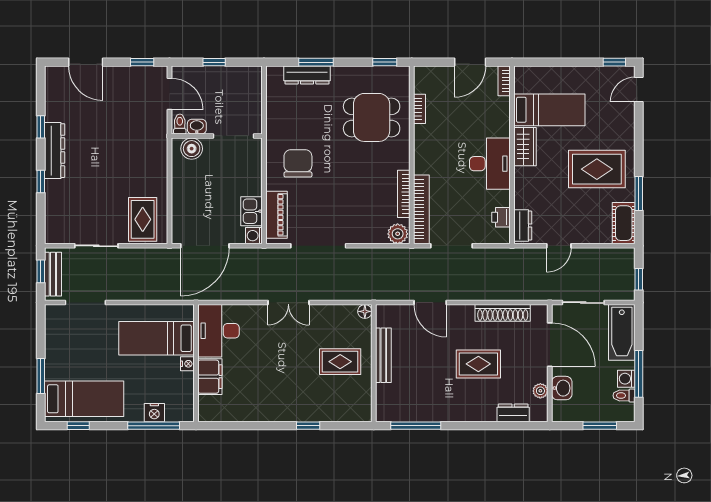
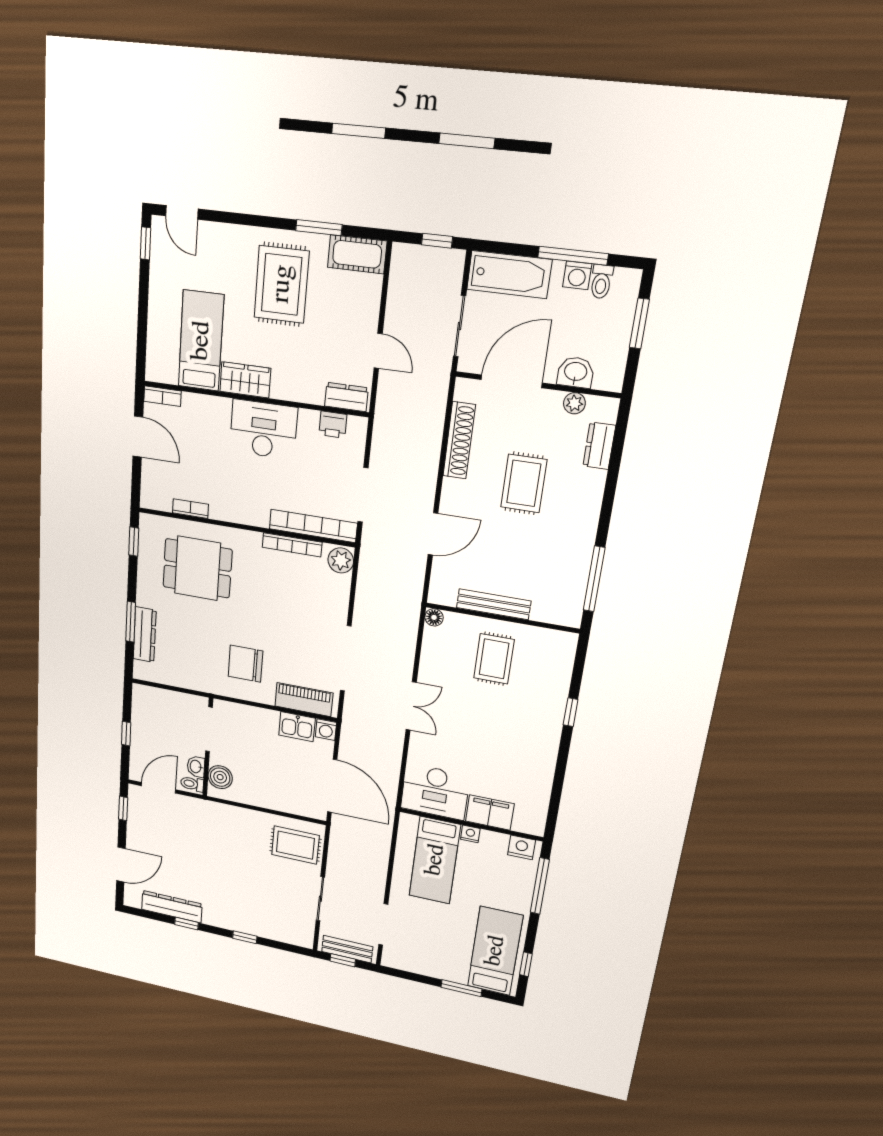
dining table: (372, 117) -> (197, 568), turned 90
dresser: (55, 151) -> (172, 907), moved
nightstand: (154, 413) -> (522, 847), moved, turned -90

